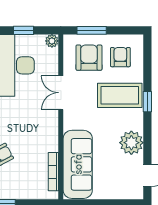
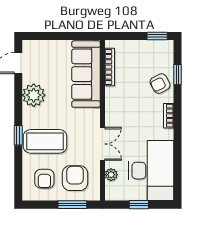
plant: (52, 41) -> (111, 175), moved
armchair: (89, 58) -> (75, 178), turned 180

